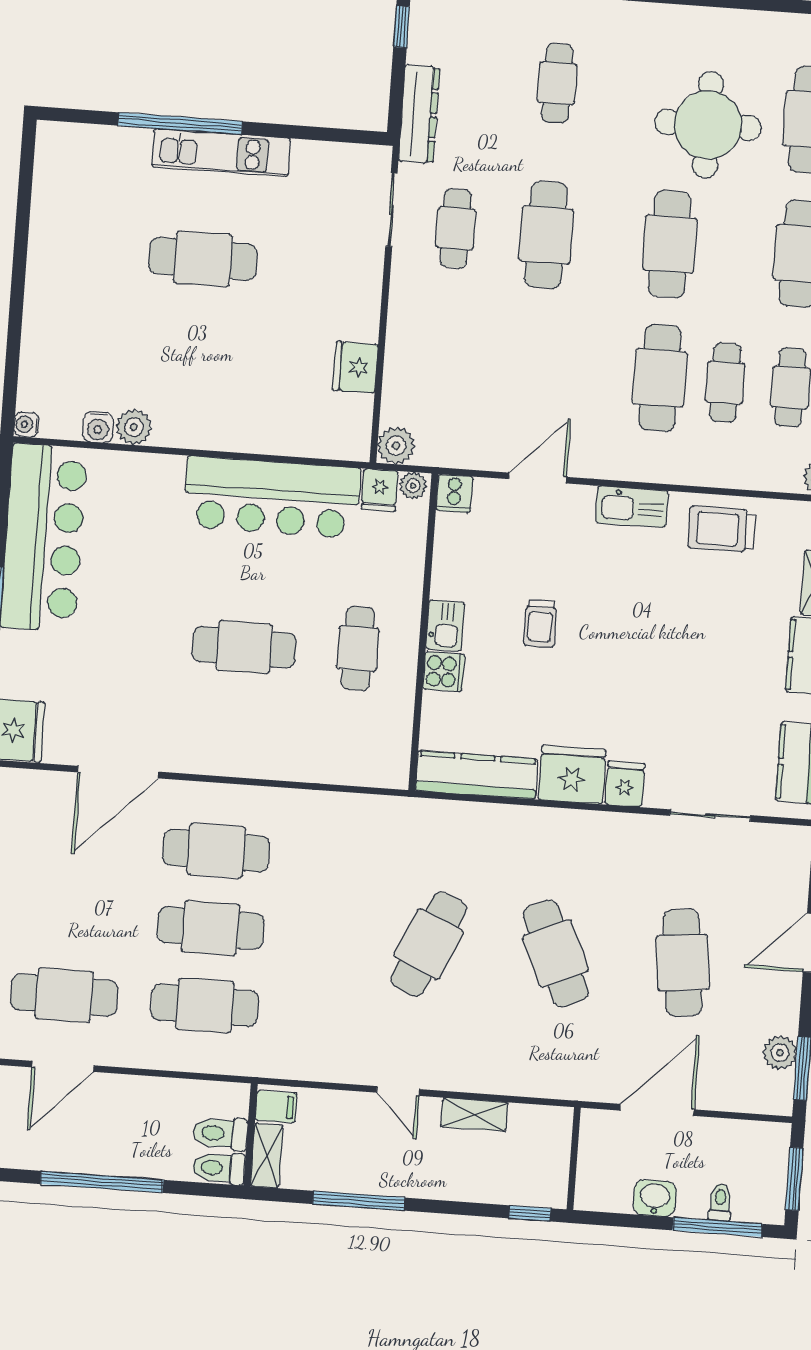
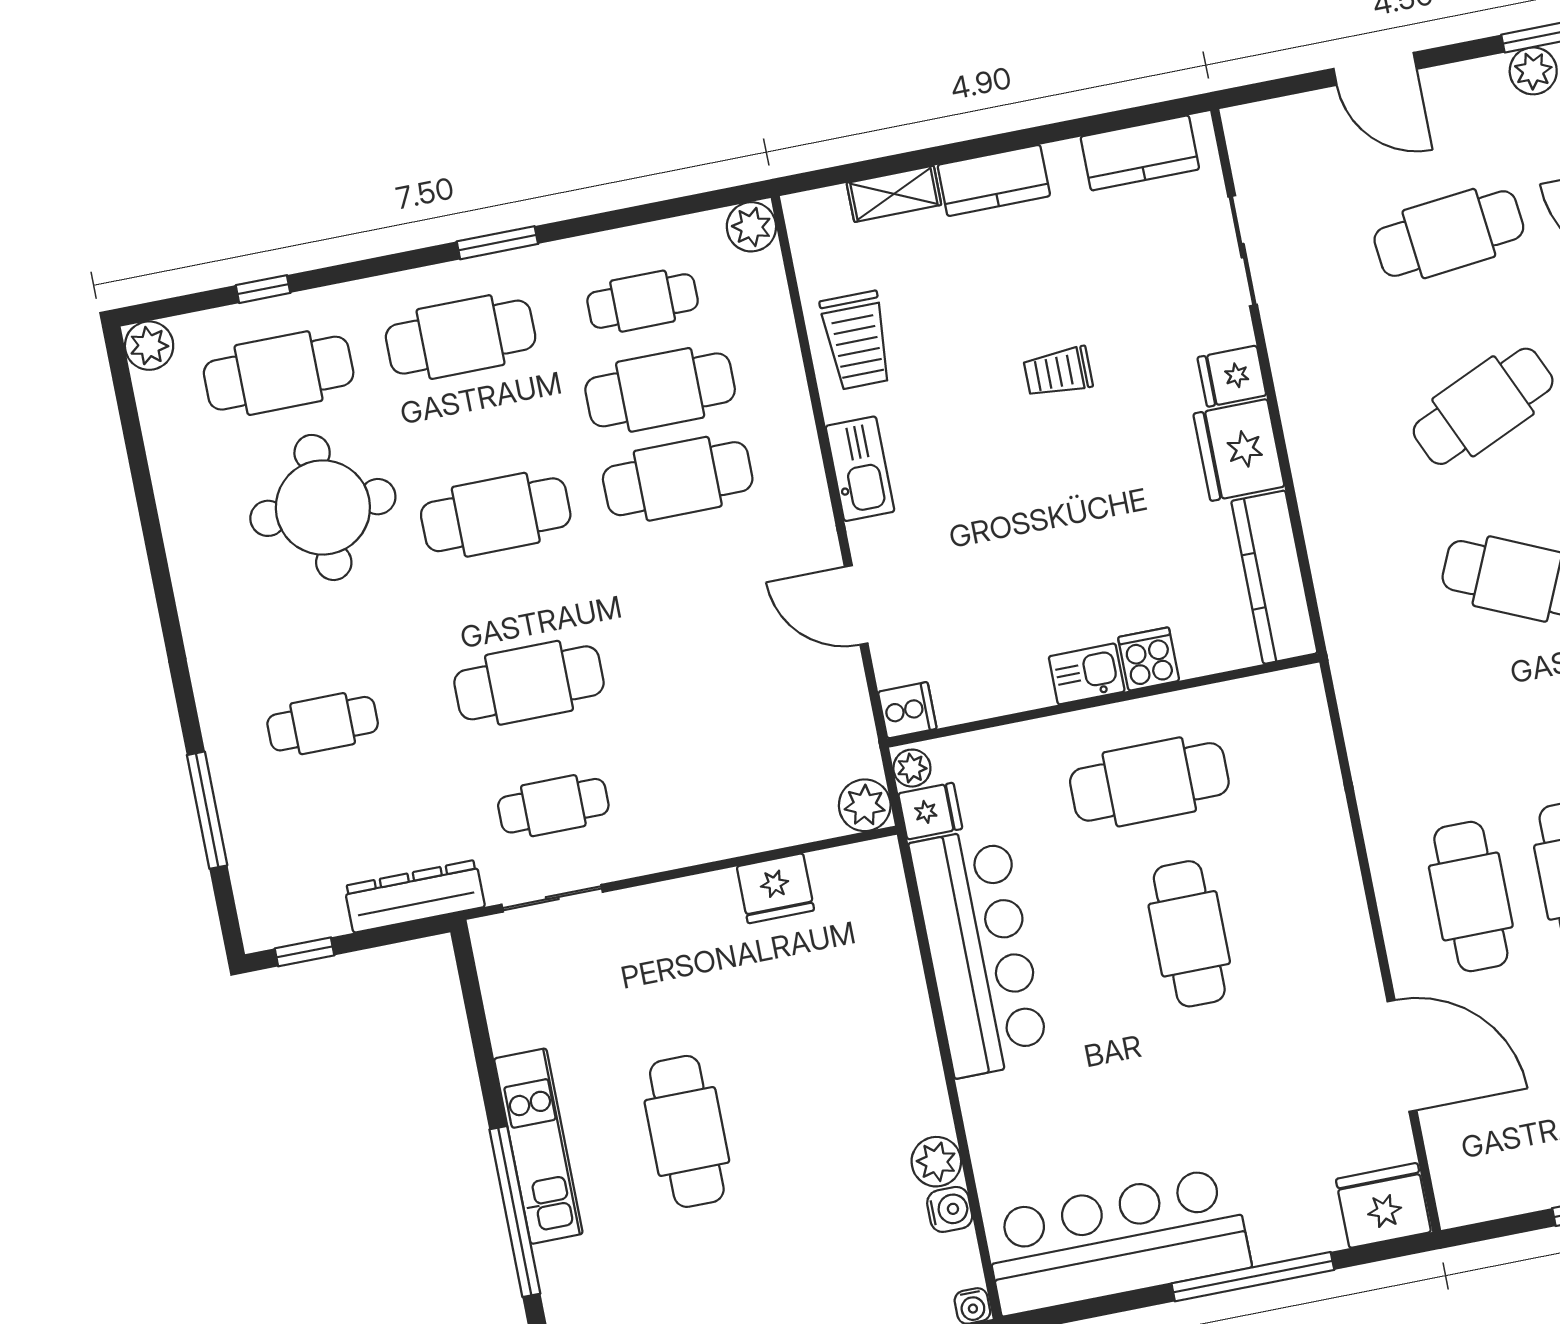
cafe table: (725, 383) -> (660, 390), width x1.37, depth x1.35
trolley: (540, 623) -> (1058, 372), moved, turned 180
cafe table: (358, 648) -> (1149, 782), width x1.37, depth x1.35

